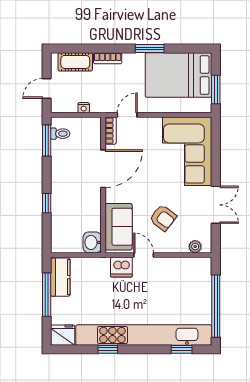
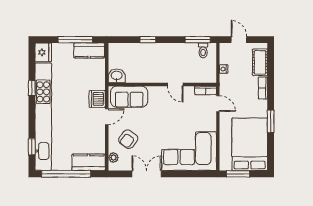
door: (103, 169) -> (175, 84), width x0.53
double door: (216, 205) -> (147, 174), swing flipped
armchair: (163, 218) -> (128, 139), moved
kitchen counter: (201, 278) -> (89, 162), added

